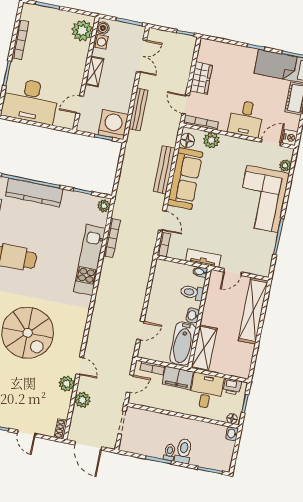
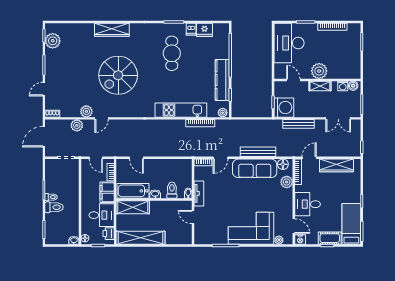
plant: (82, 31) -> (319, 71), moved
wardrobe: (201, 78) -> (336, 165), width x1.50
kitchen counter: (34, 192) -> (222, 80), moved
shelving: (253, 311) -> (141, 238), moved

